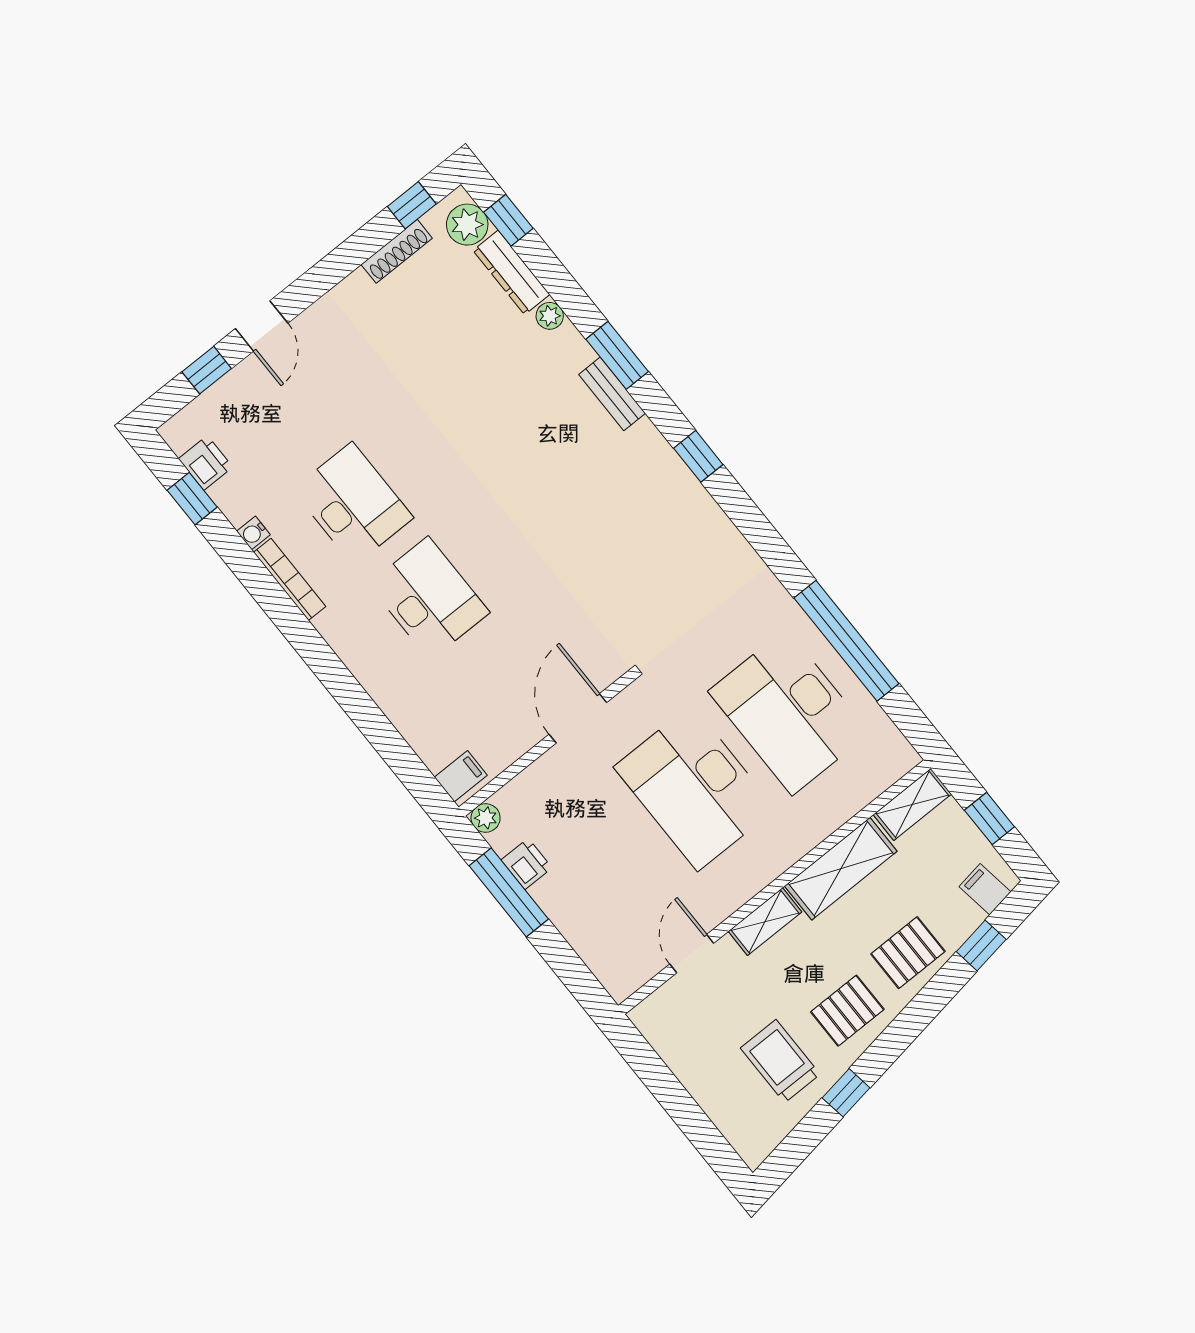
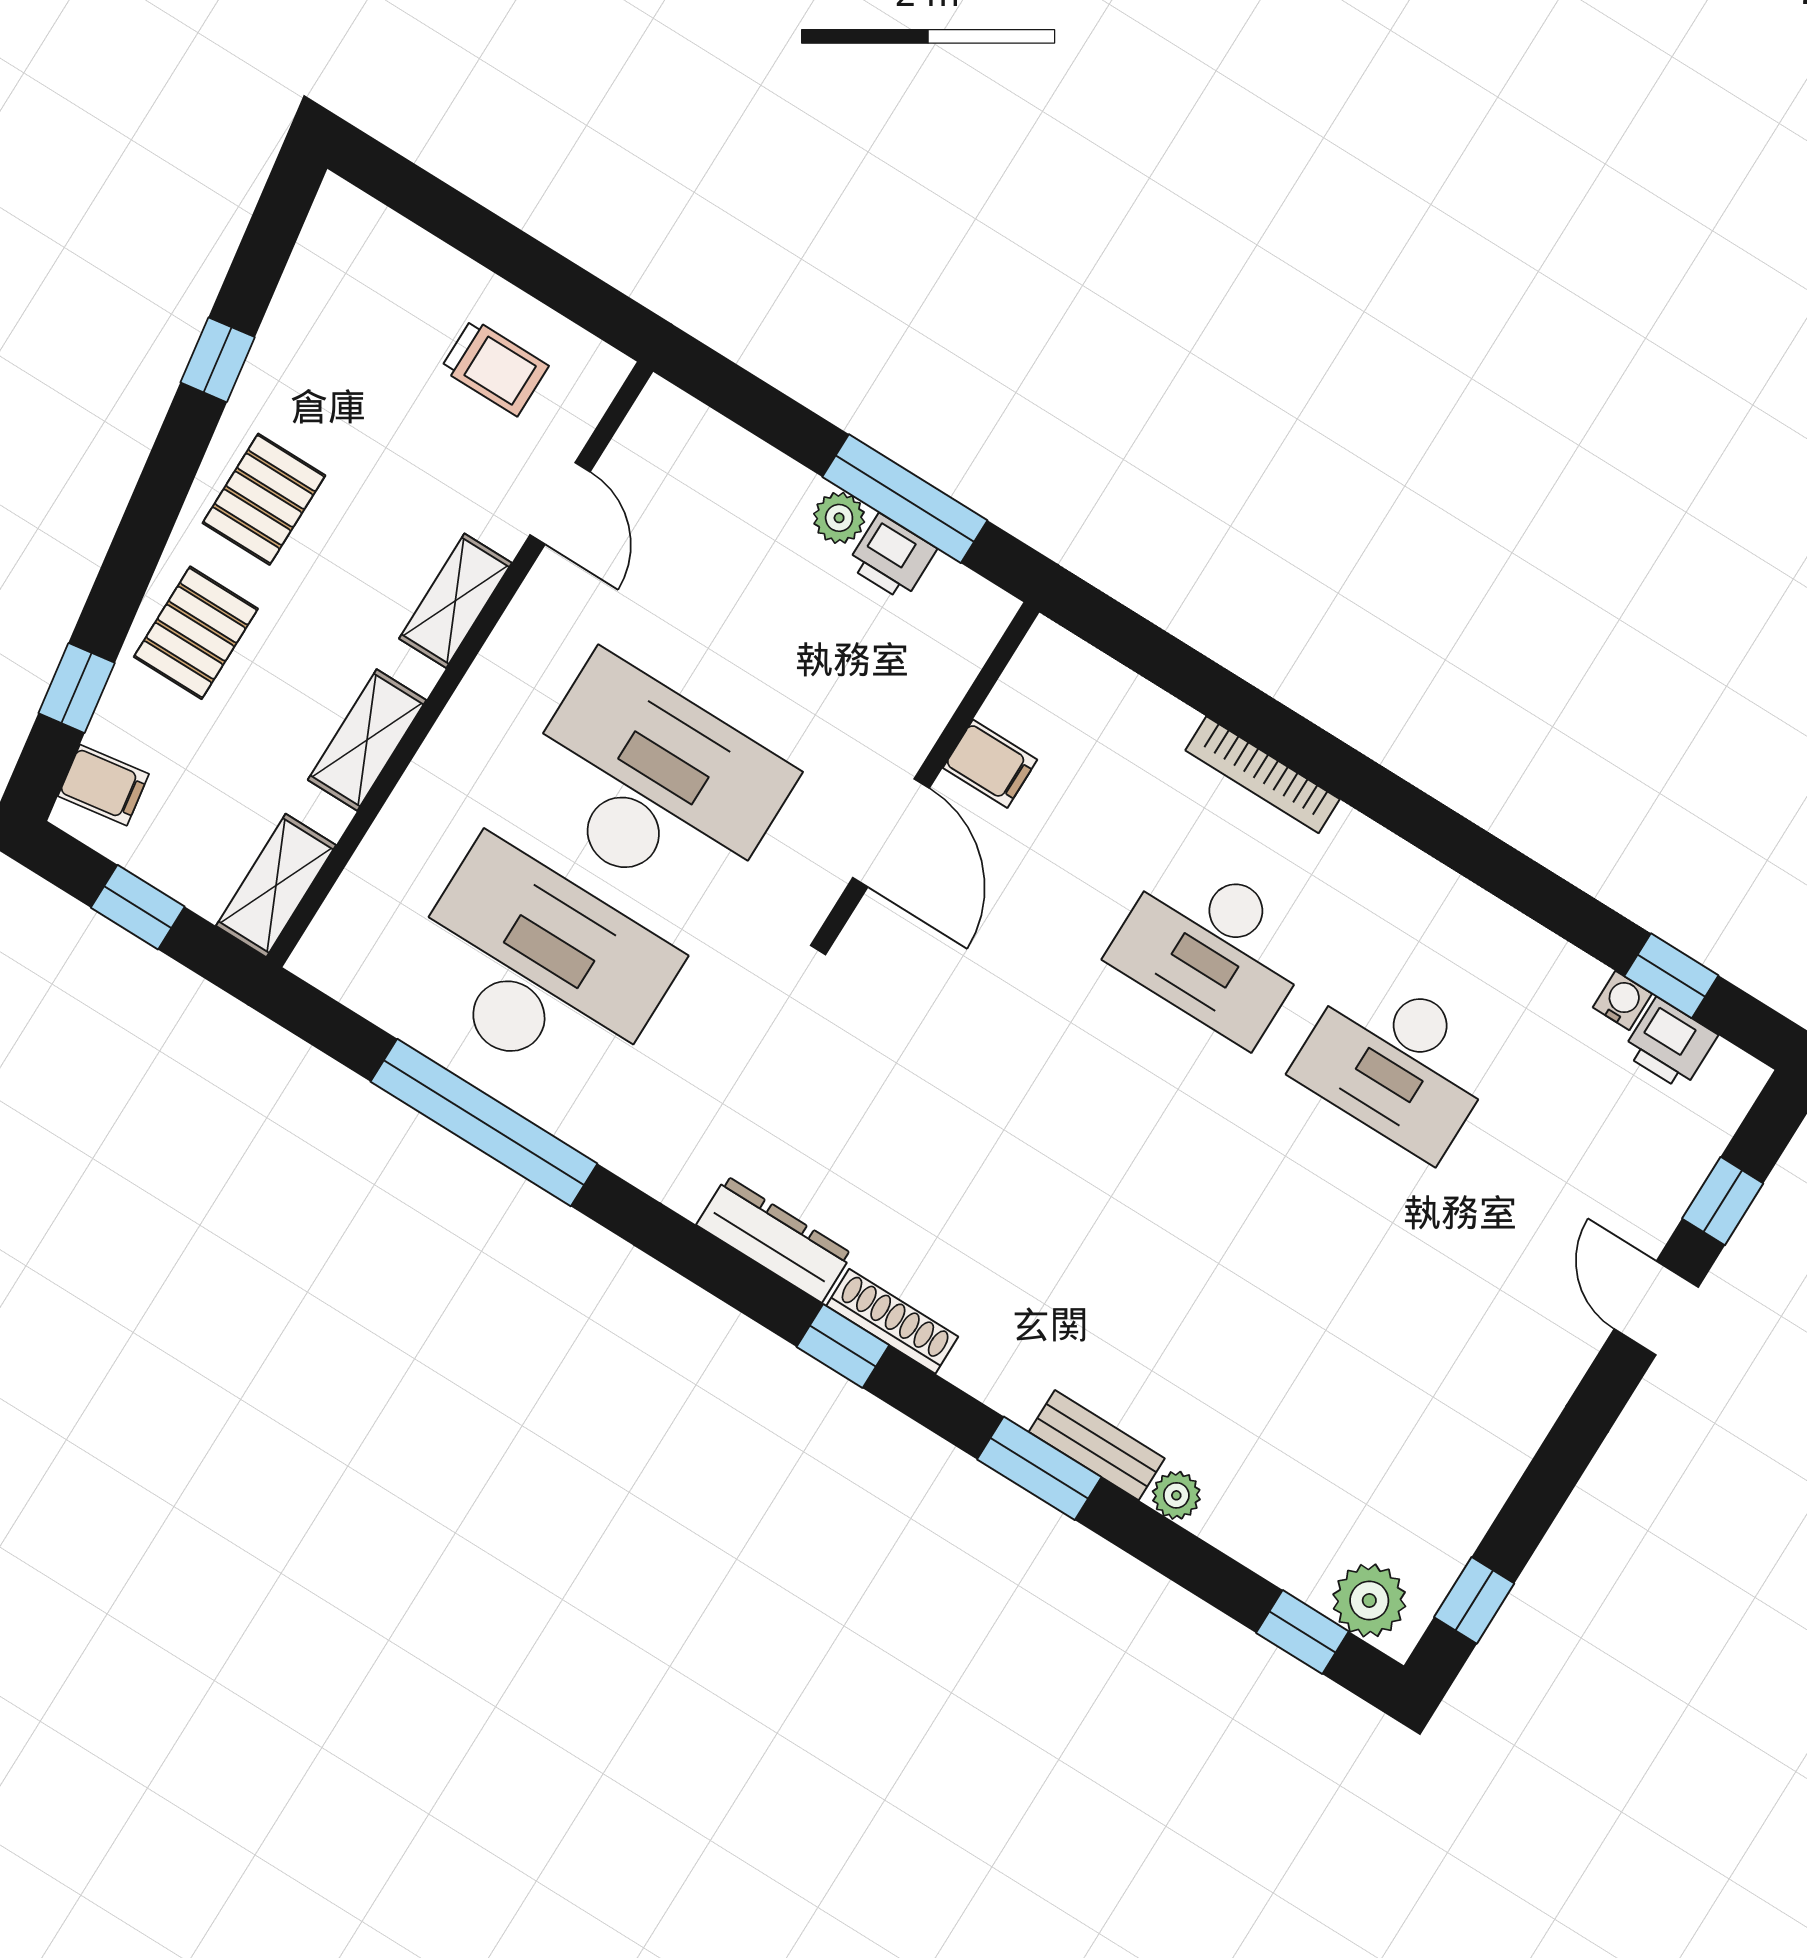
shoe rack: (397, 251) -> (892, 1321), moved, turned 90
dresser: (511, 272) -> (774, 1239), moved
bench: (612, 394) -> (1097, 1445), moved
water cooler: (253, 533) -> (1622, 1000), moved
bookcase: (290, 579) -> (1262, 775), moved
filing cabinet: (461, 776) -> (990, 764), moved, turned -90
plant: (486, 818) -> (839, 518), moved
shelving: (841, 869) -> (367, 740), width x0.67, depth x0.75
trolley: (780, 1061) -> (495, 367), moved, width x0.73, depth x0.72

